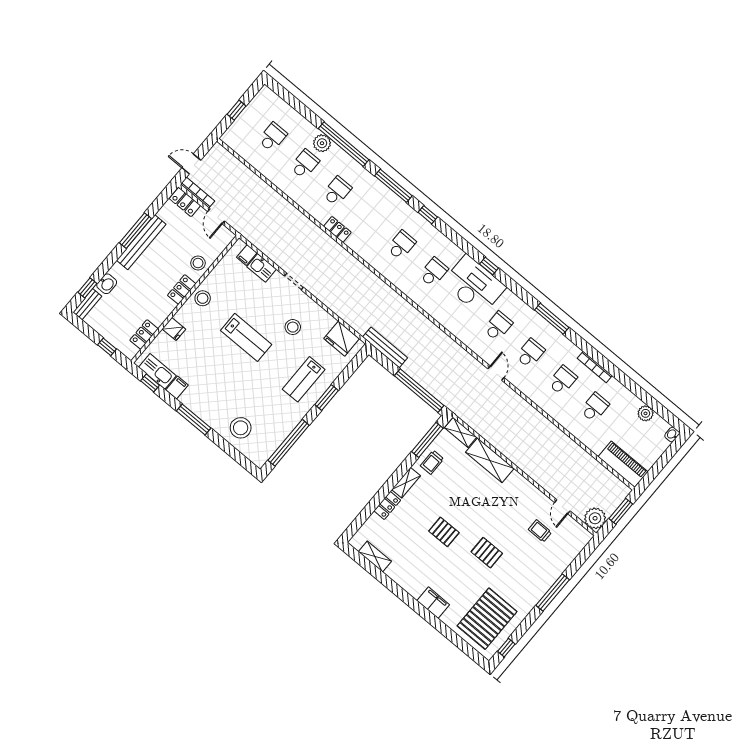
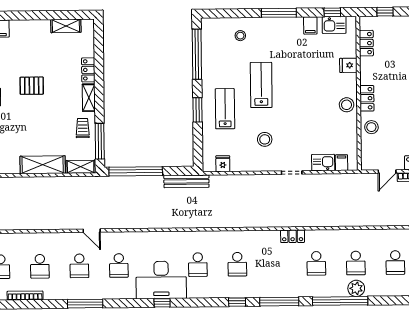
door: (216, 216) -> (387, 172), swing flipped
lab bench: (246, 337) -> (261, 85), moved, turned 90
fridge: (342, 339) -> (223, 164), width x0.53, depth x0.75
kitchen sink: (157, 371) -> (334, 25), width x0.73
stool: (241, 428) -> (240, 36), width x0.53, depth x0.53

